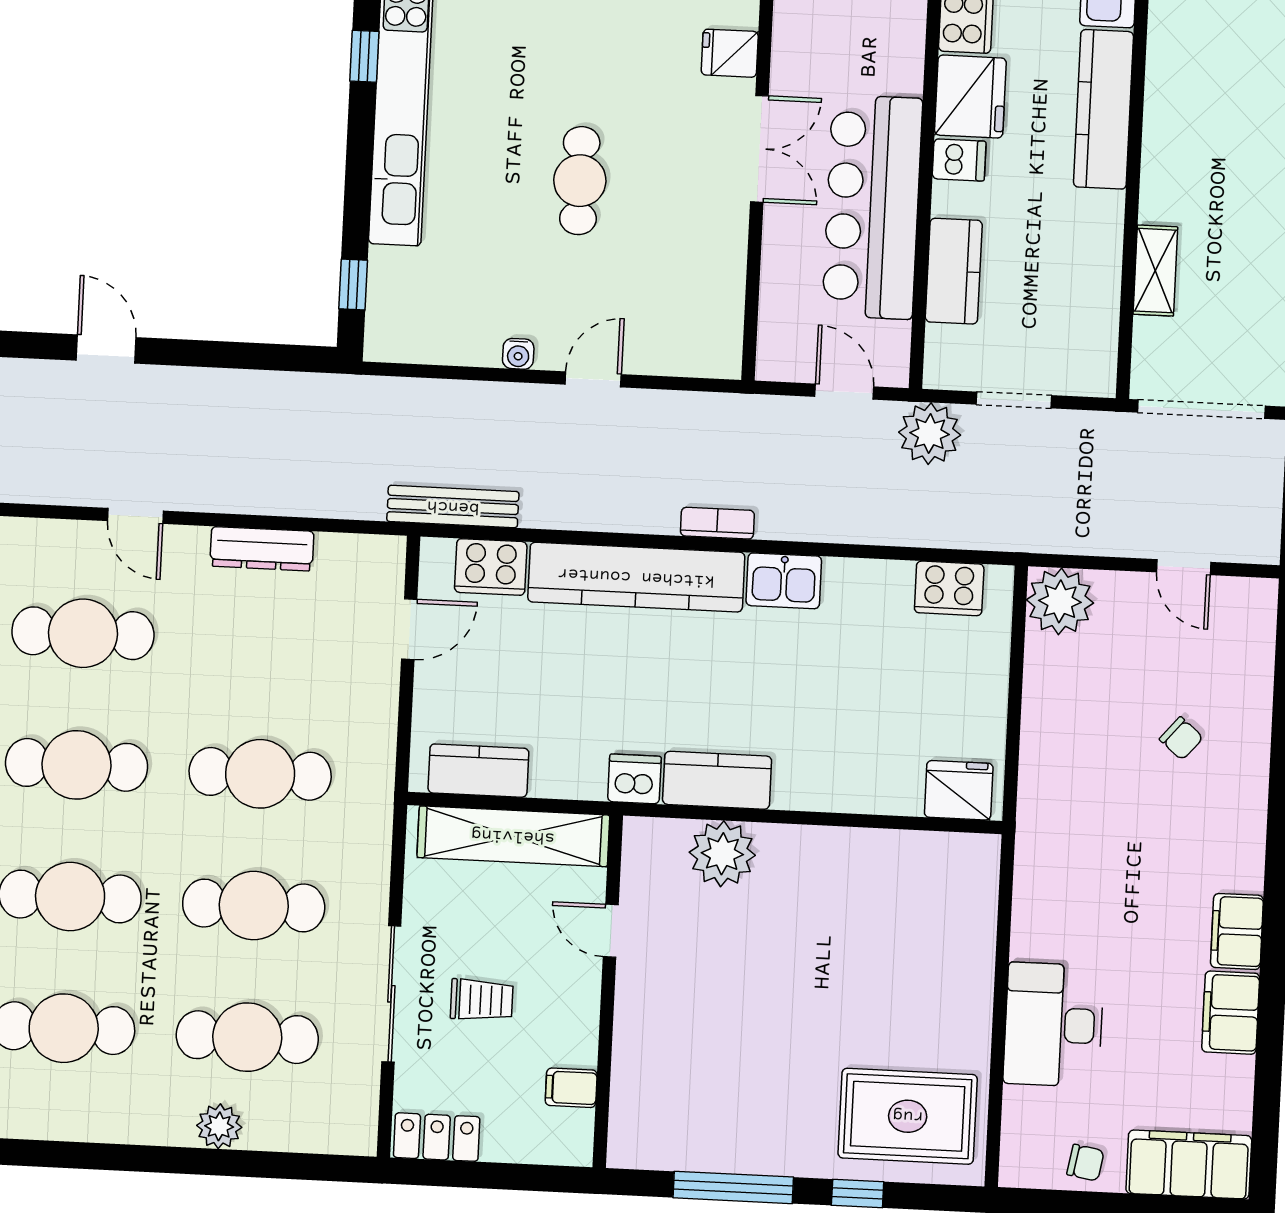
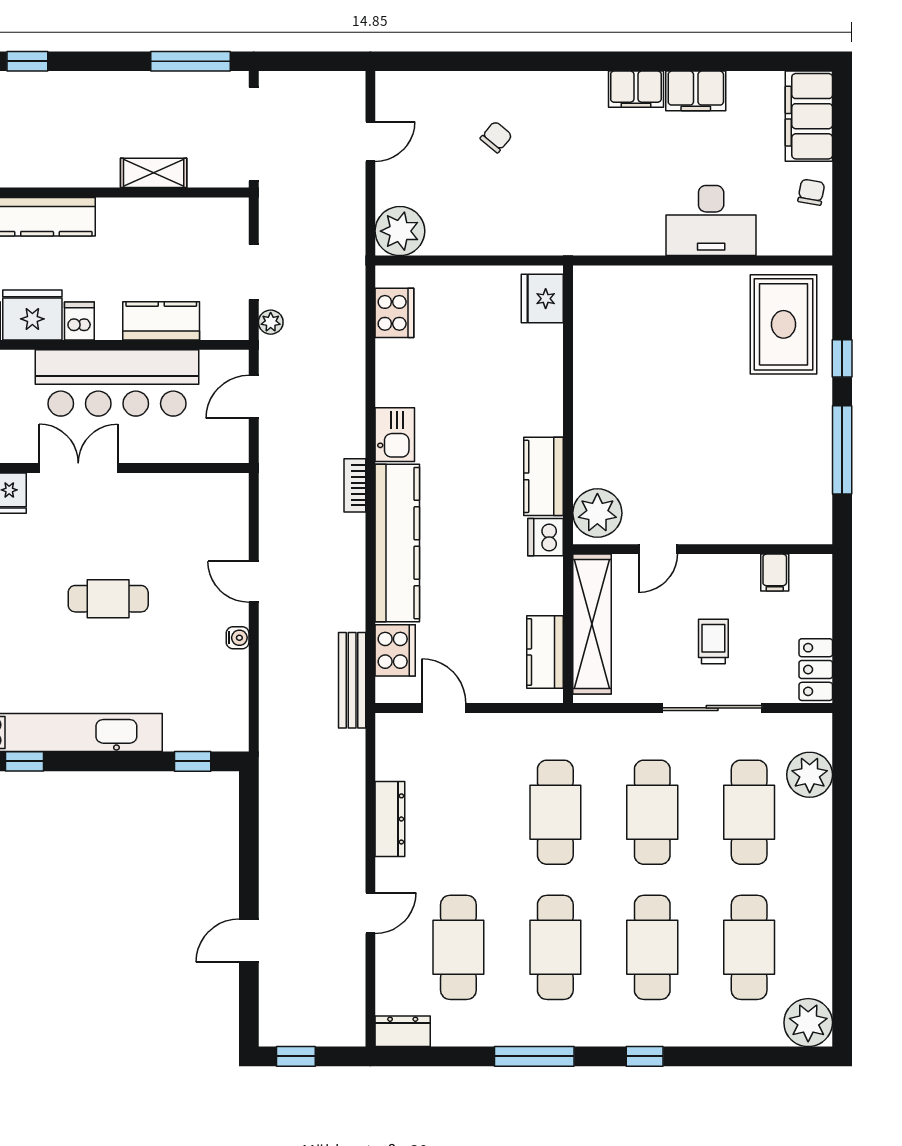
plant: (930, 434) -> (271, 322), width x0.53, depth x0.53
plant: (722, 854) -> (597, 513), moved
plant: (219, 1126) -> (810, 775), moved, width x1.36, depth x1.36

